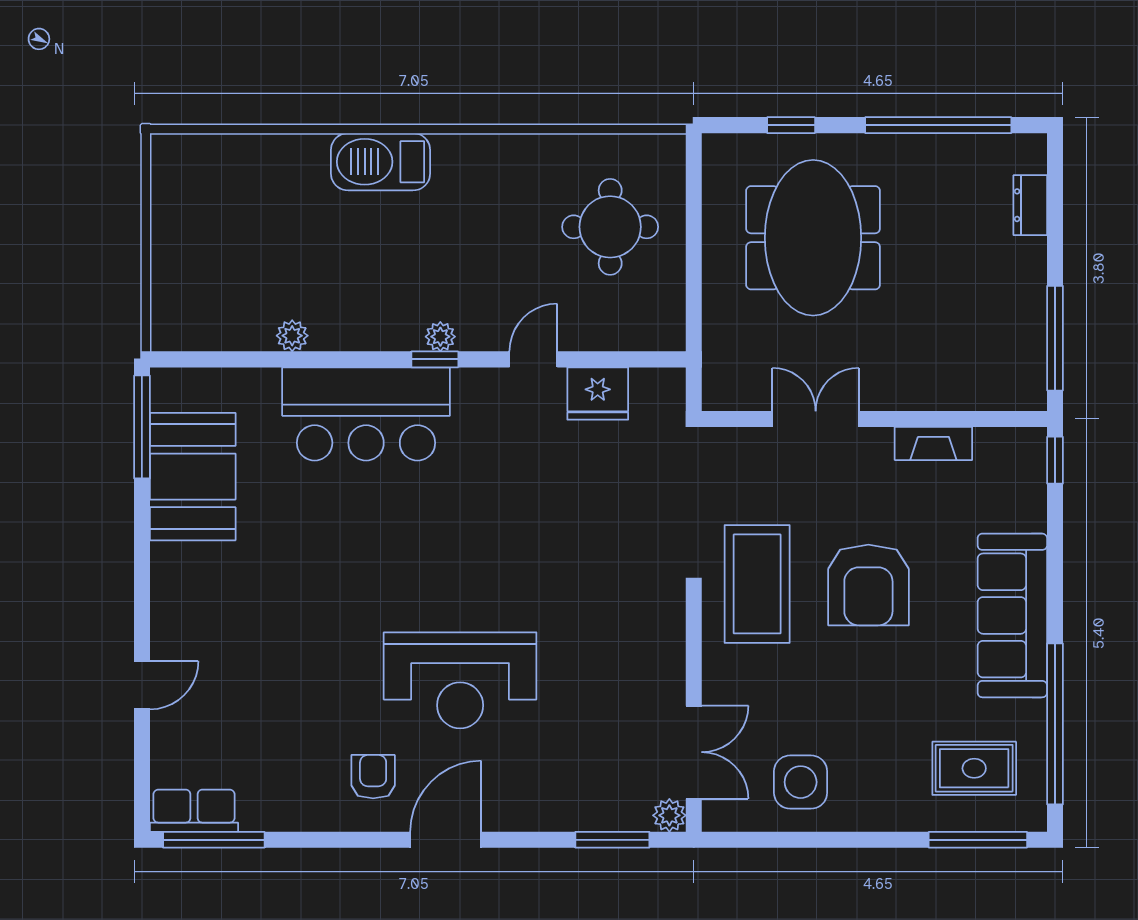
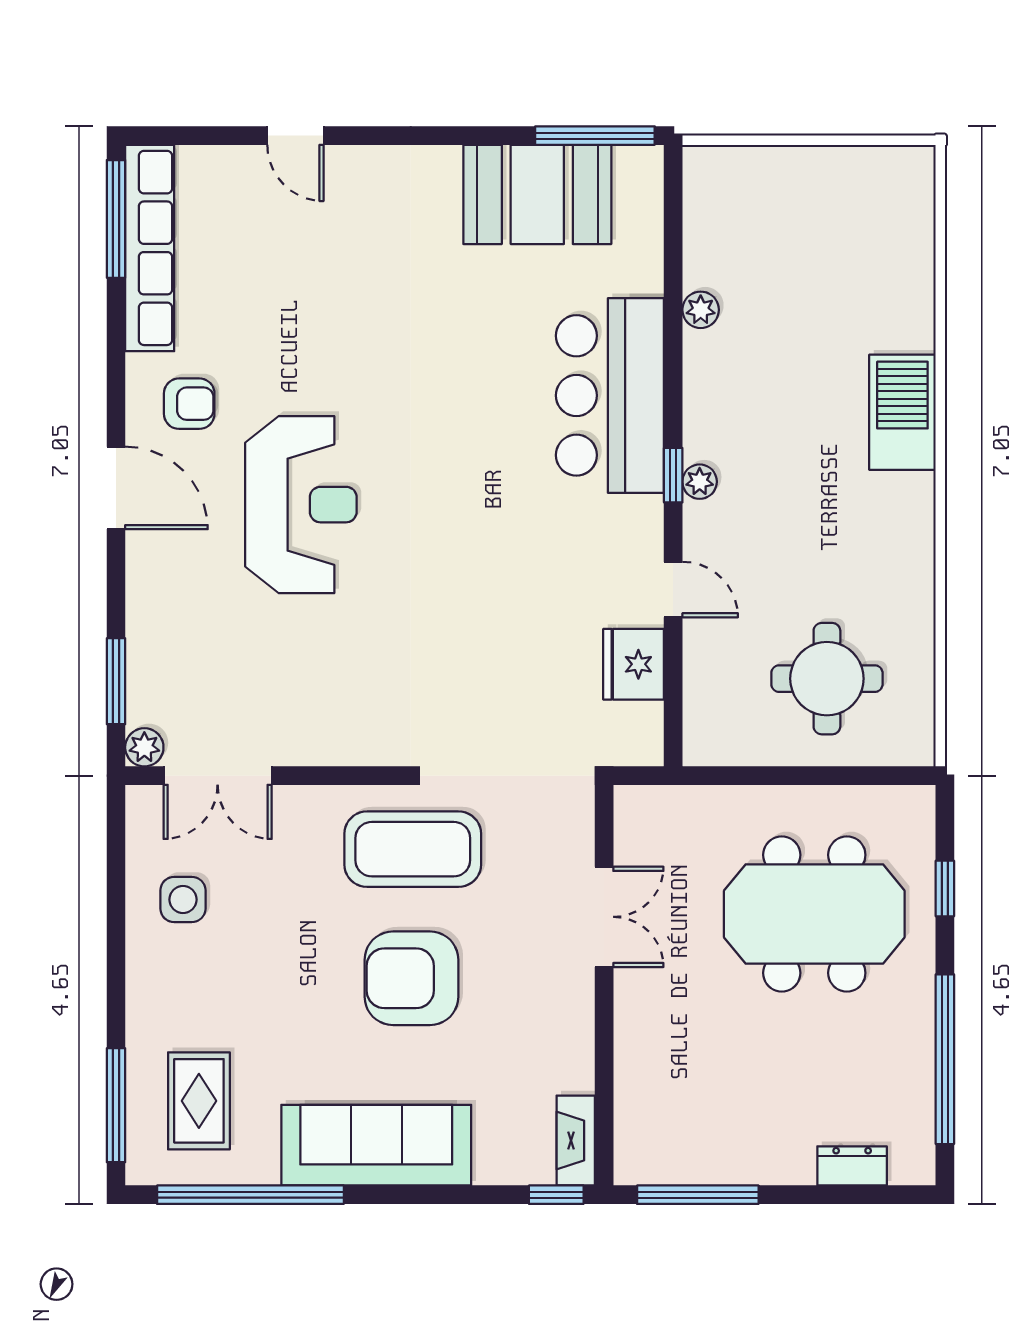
fireplace: (933, 443) -> (576, 1140), moved
reception desk: (460, 680) -> (301, 505), turned 180
side table: (801, 782) -> (183, 900), width x0.73, depth x0.73
row of seats: (194, 811) -> (150, 248), width x2.02

